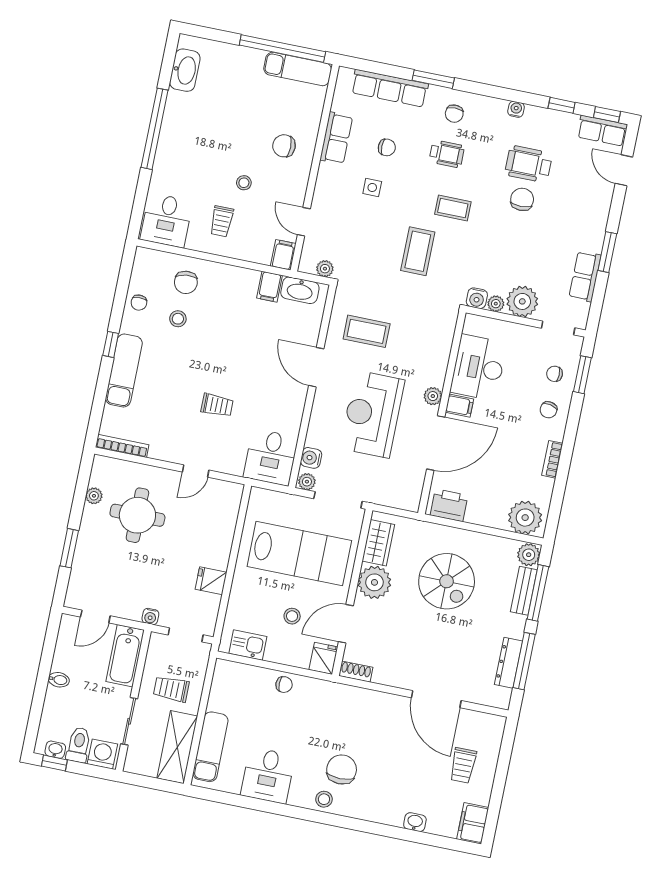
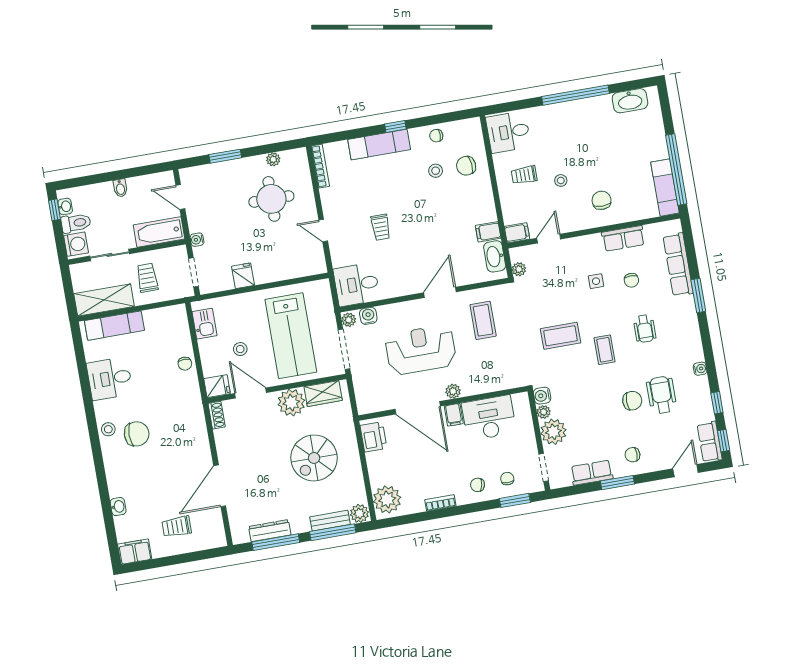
chair: (454, 114) -> (633, 455), moved

